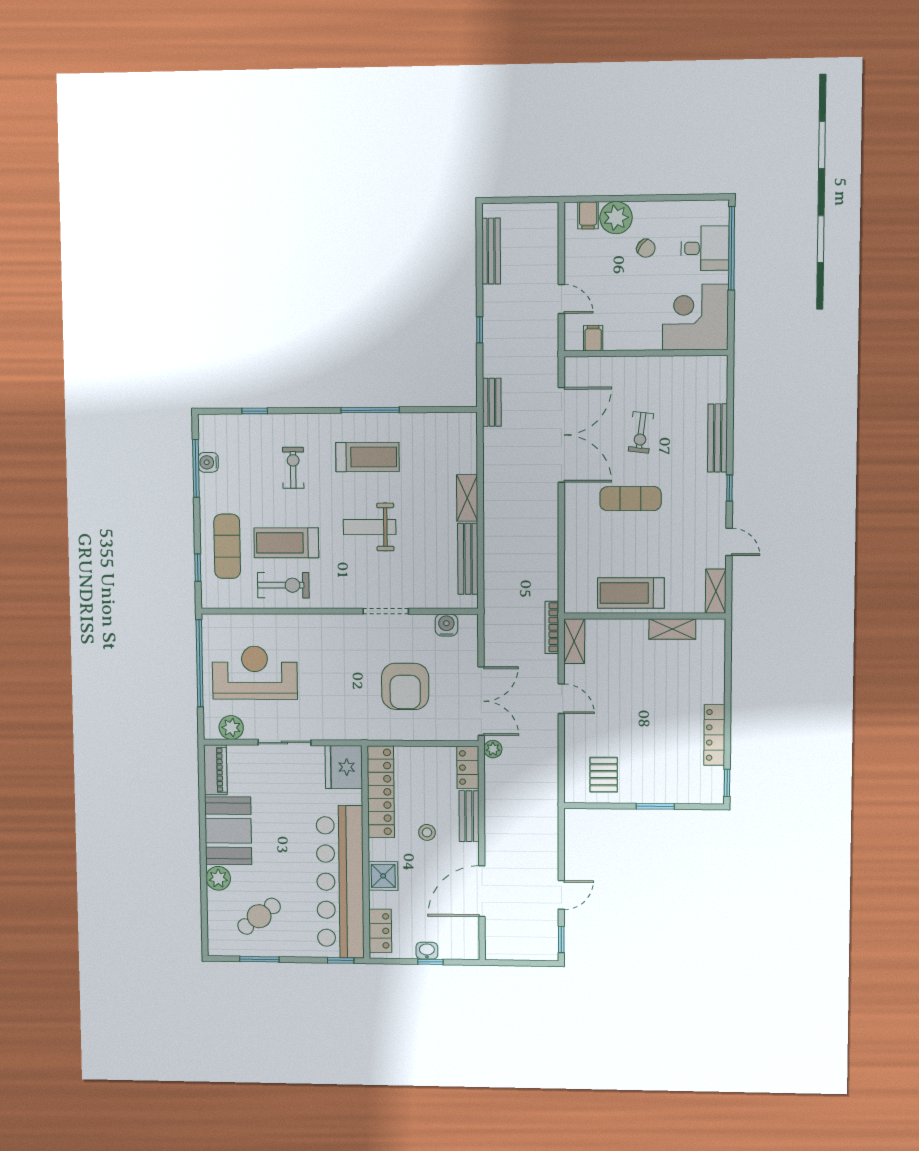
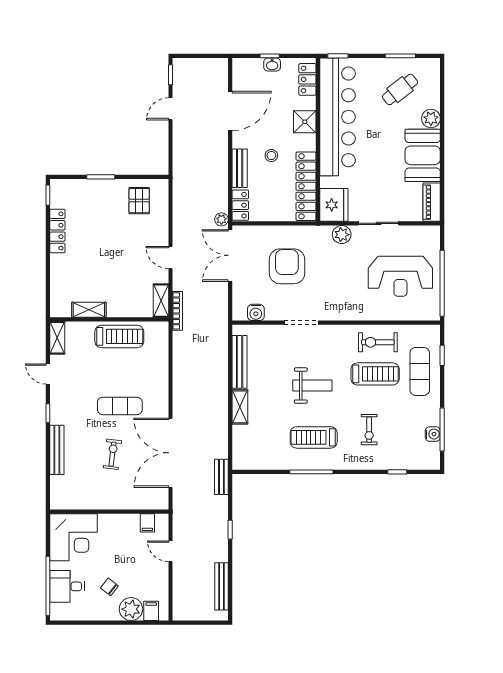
plant: (231, 728) -> (342, 235), moved

